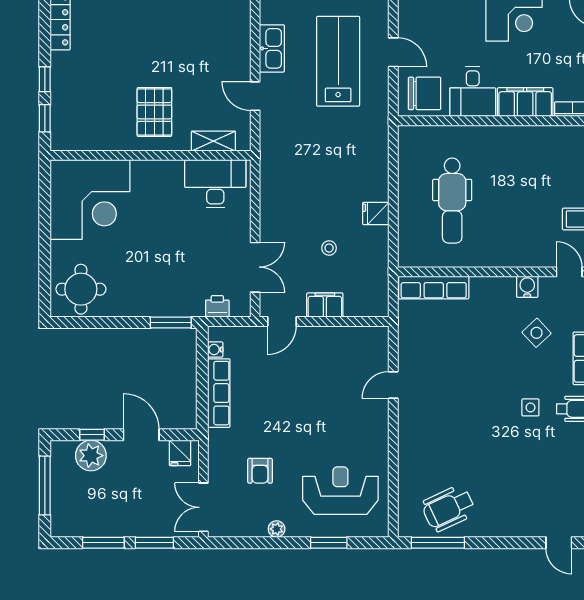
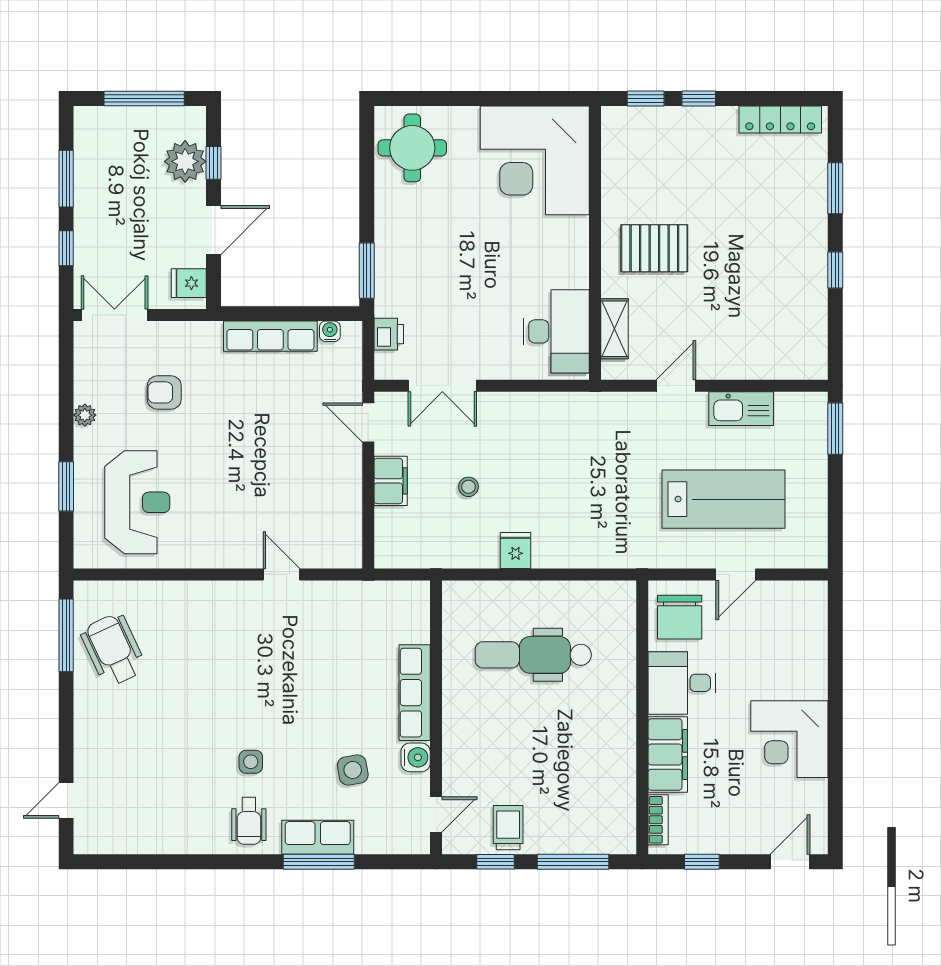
row of seats: (434, 288) -> (415, 693), moved
side table: (537, 333) -> (353, 770), turned 33
window: (154, 543) -> (66, 248), width x0.67

